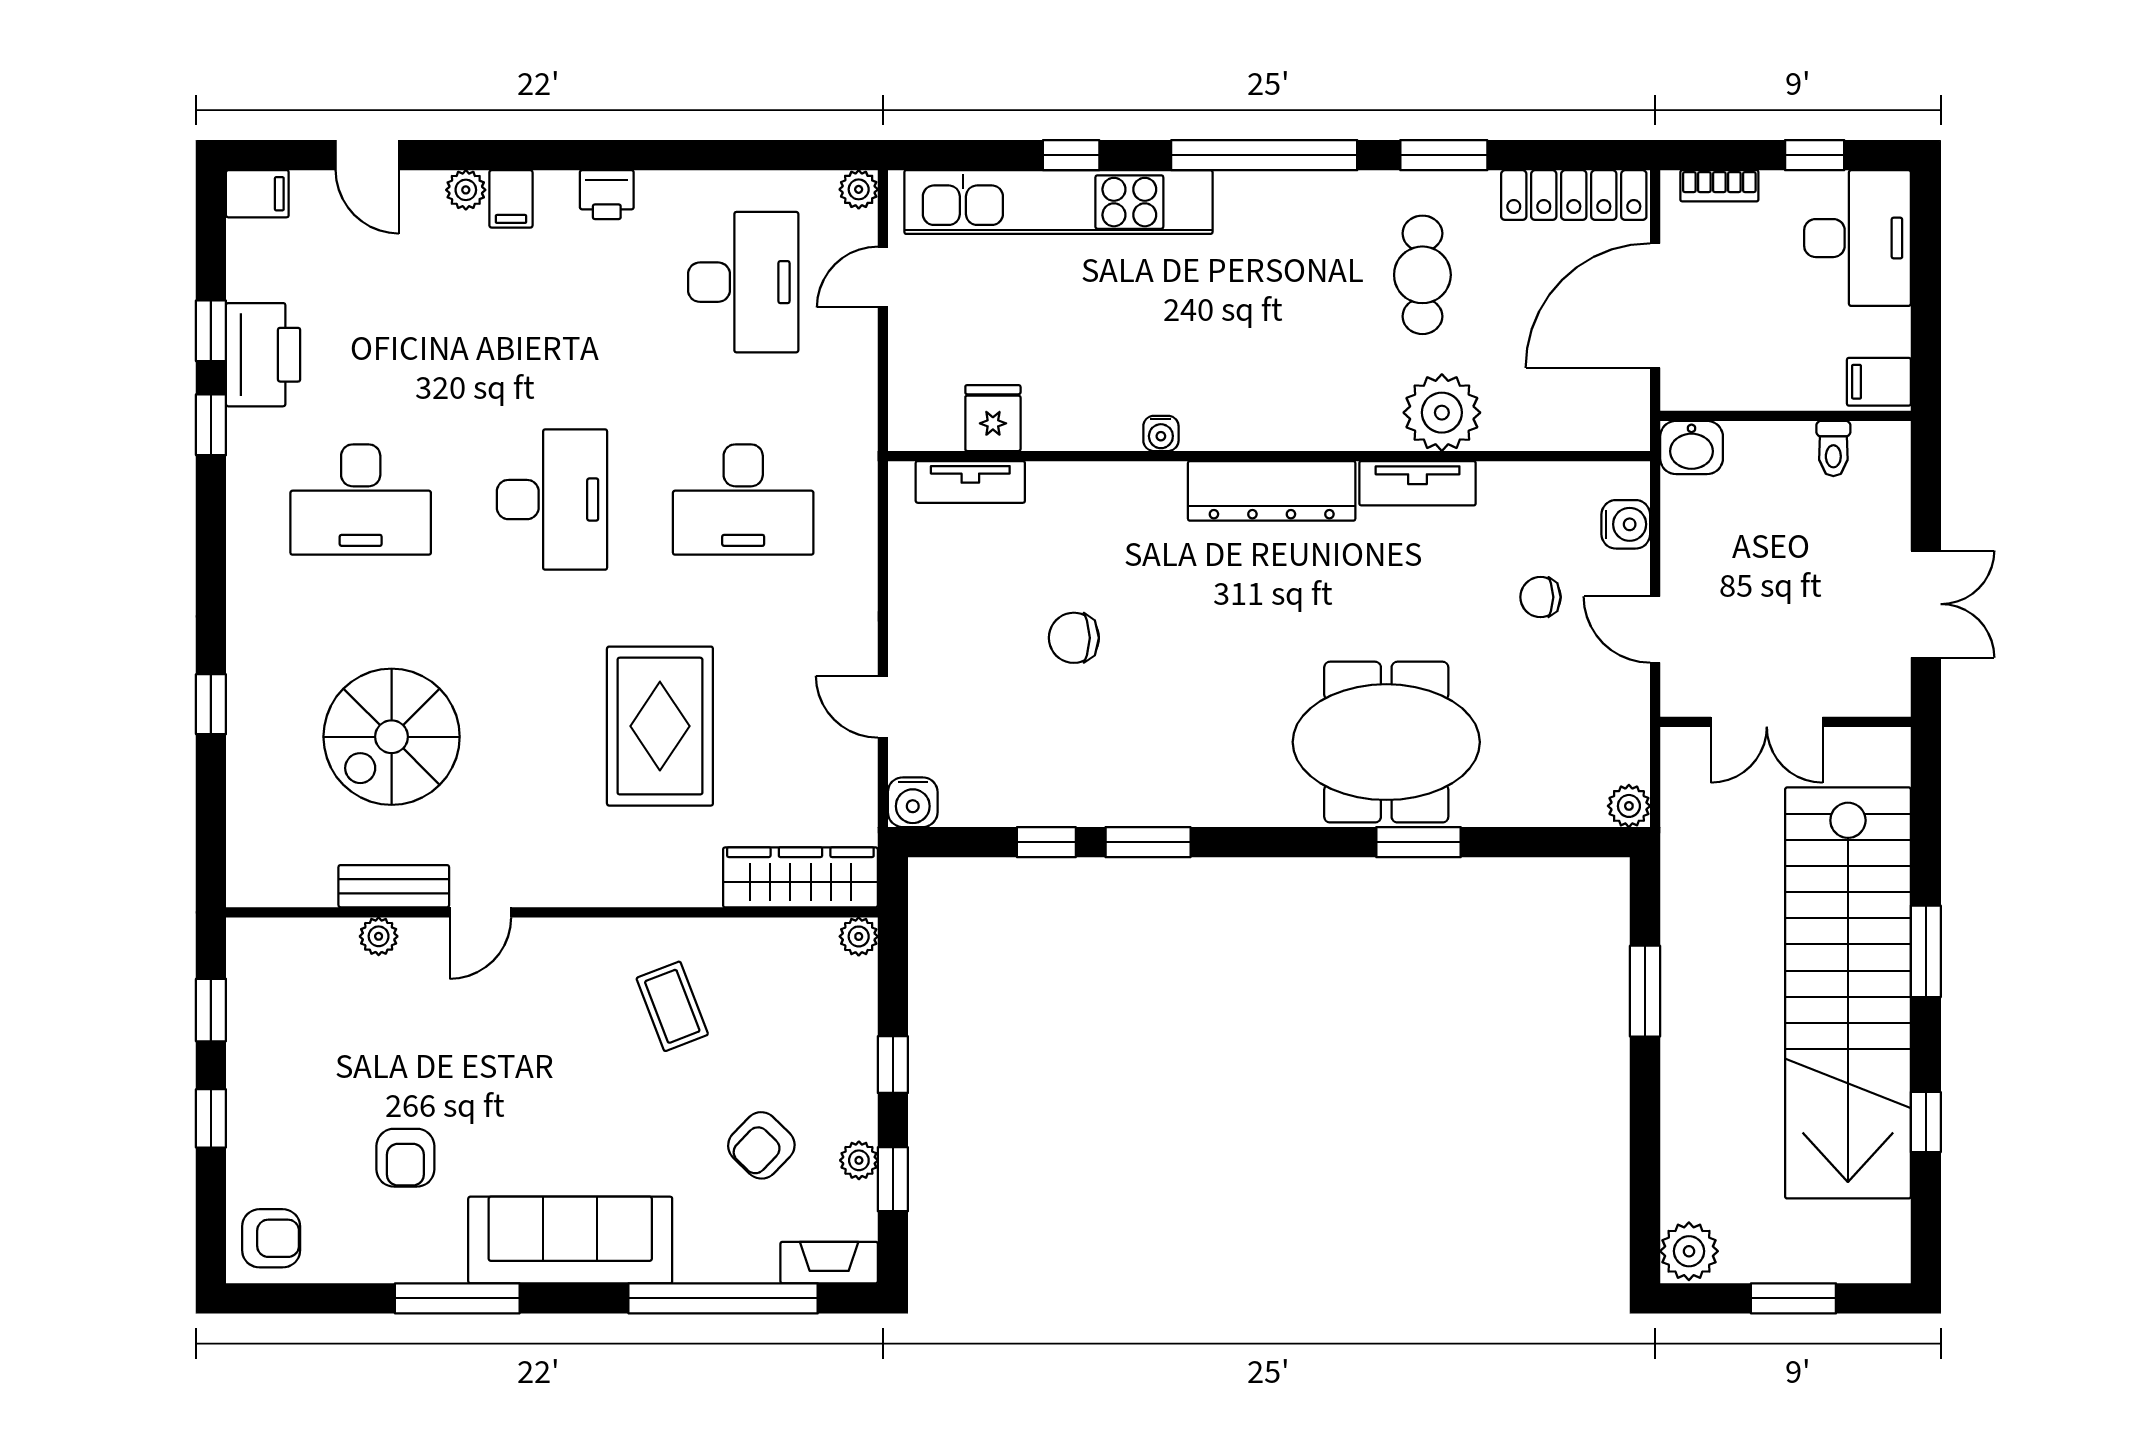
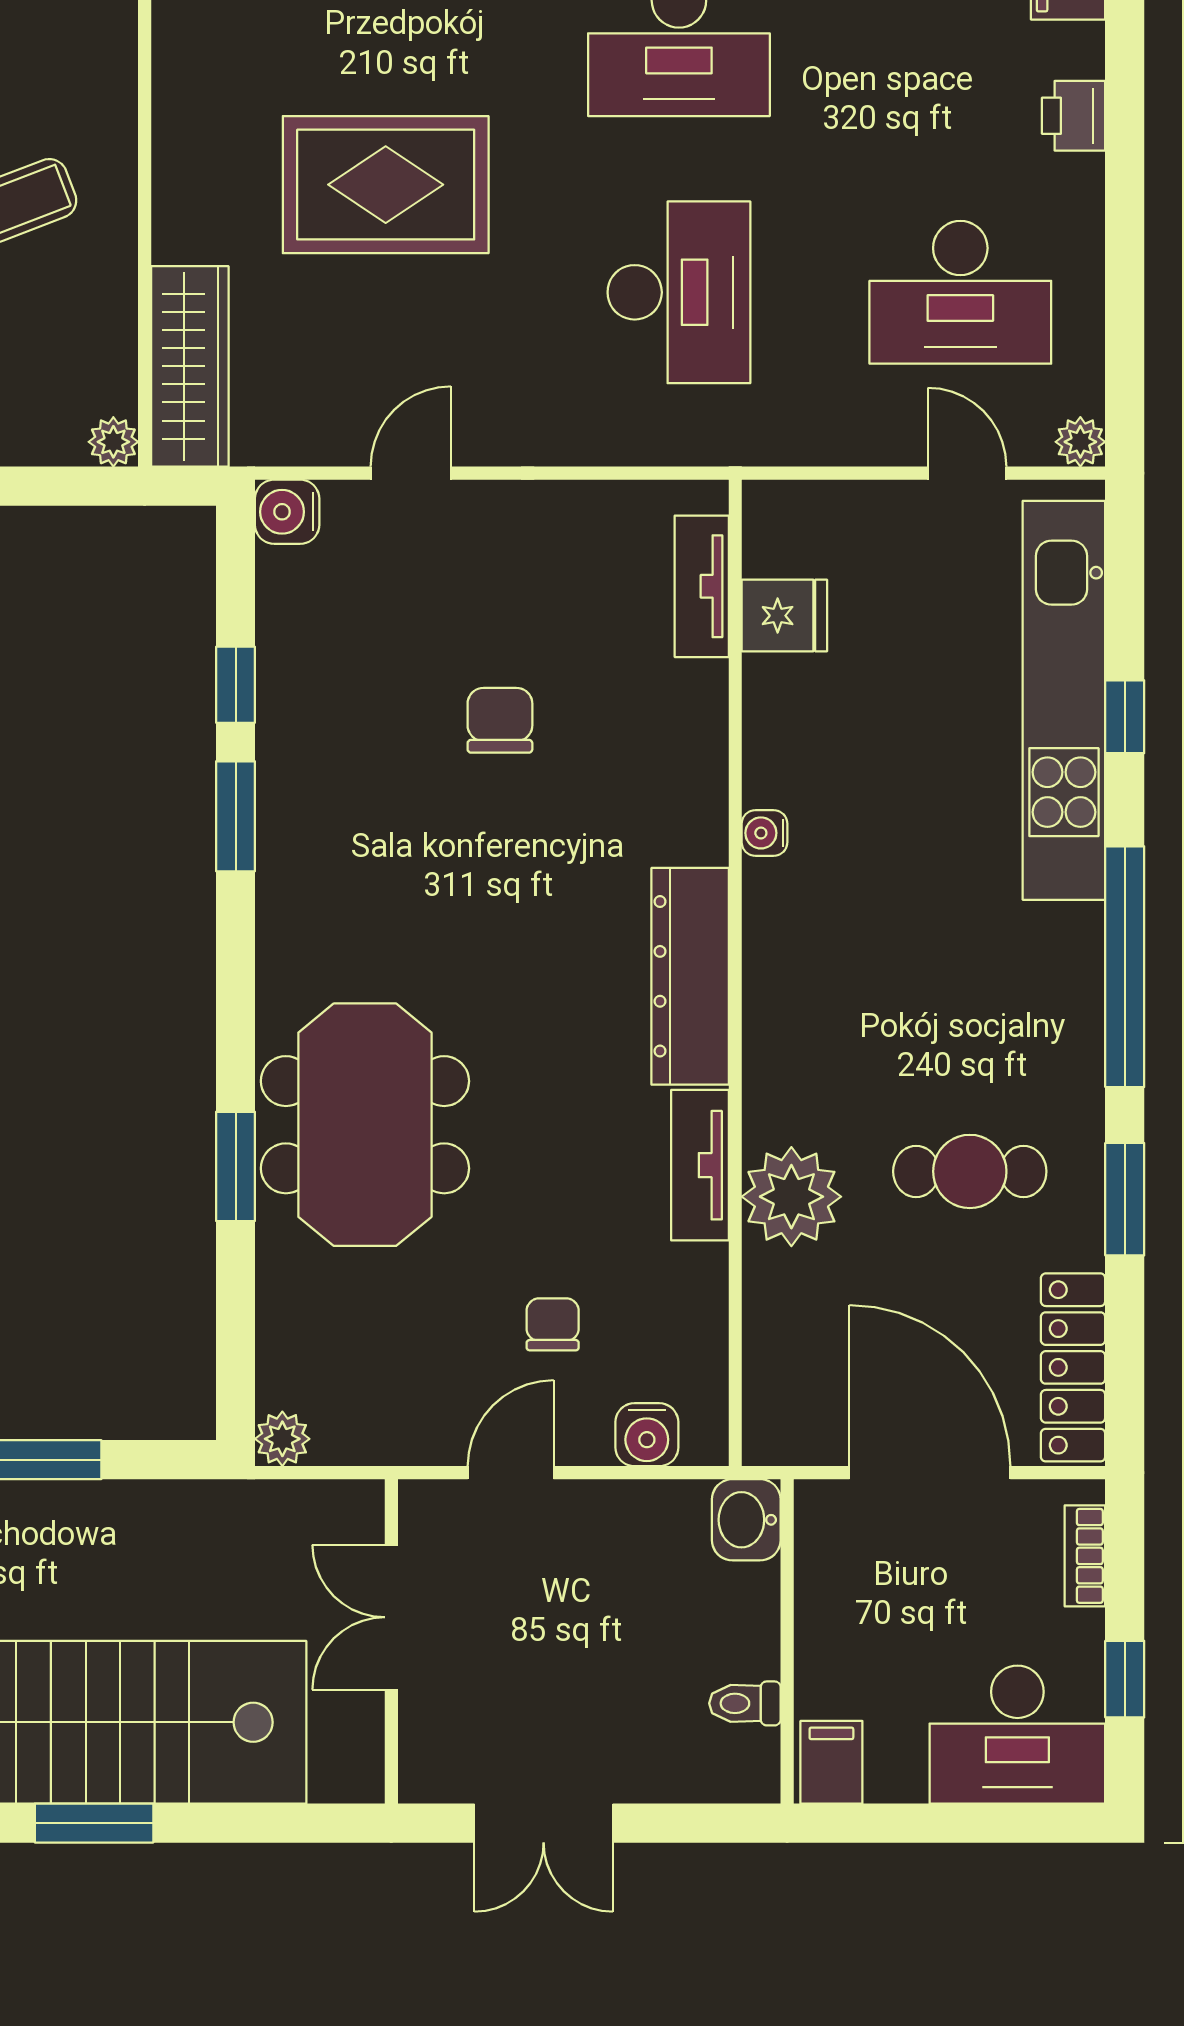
desk: (743, 500) -> (679, 292), turned 180

